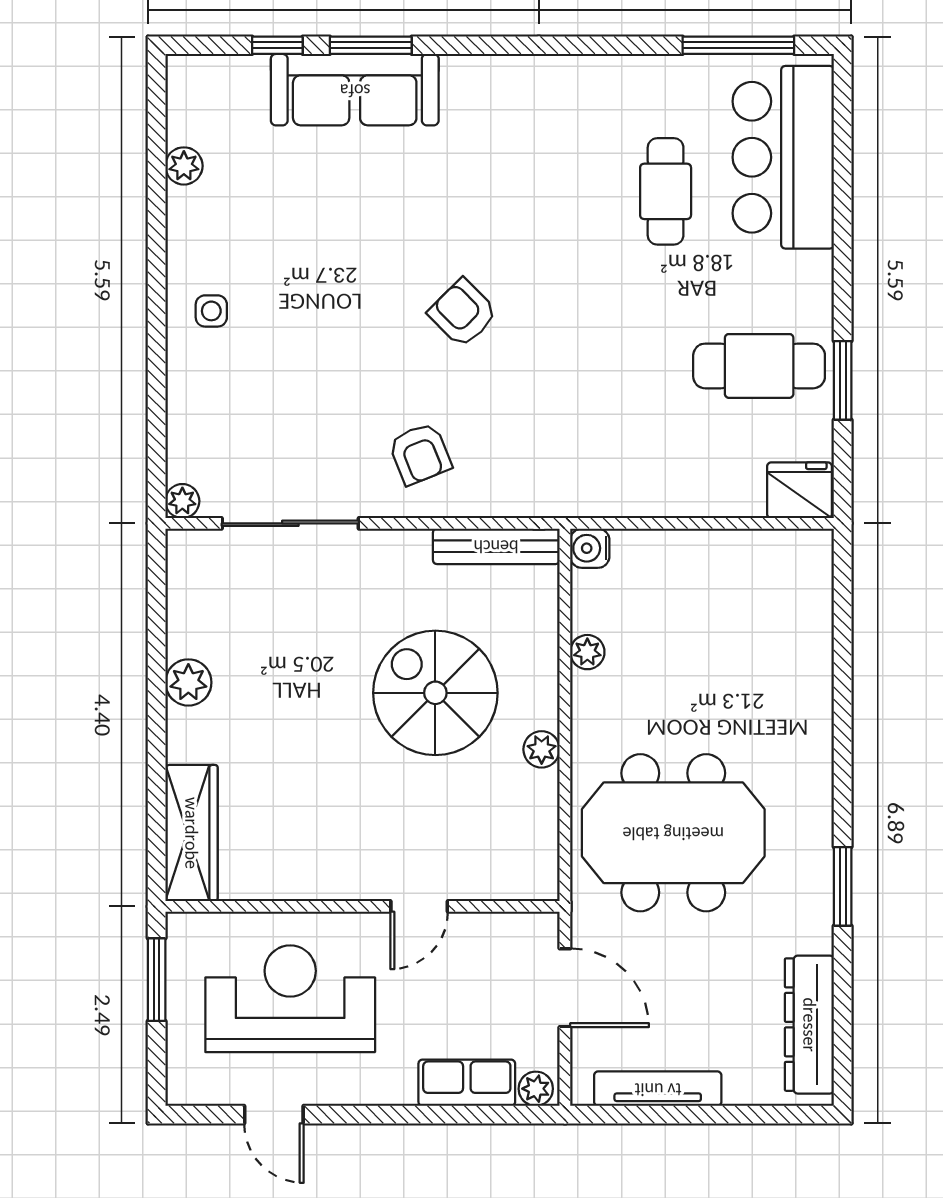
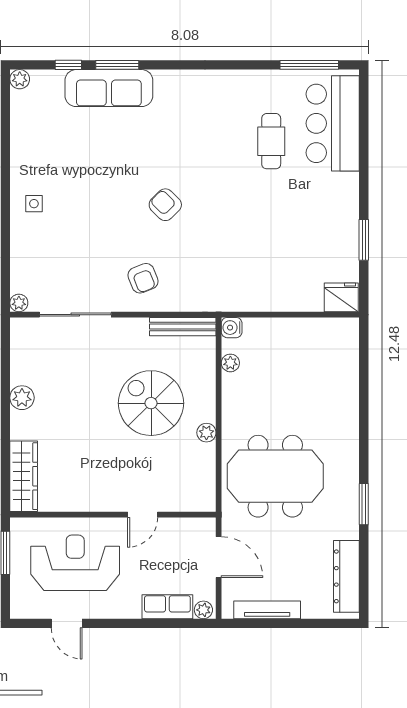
plant: (184, 166) -> (20, 79), moved
cafe table: (759, 366) -> (320, 232), removed
plant: (587, 652) -> (230, 363), moved

